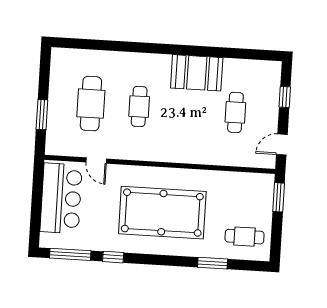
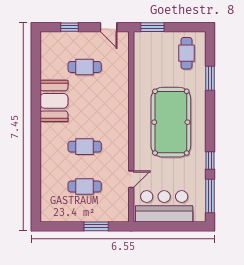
cafe table: (91, 104) -> (85, 186), width x0.73, depth x0.74

